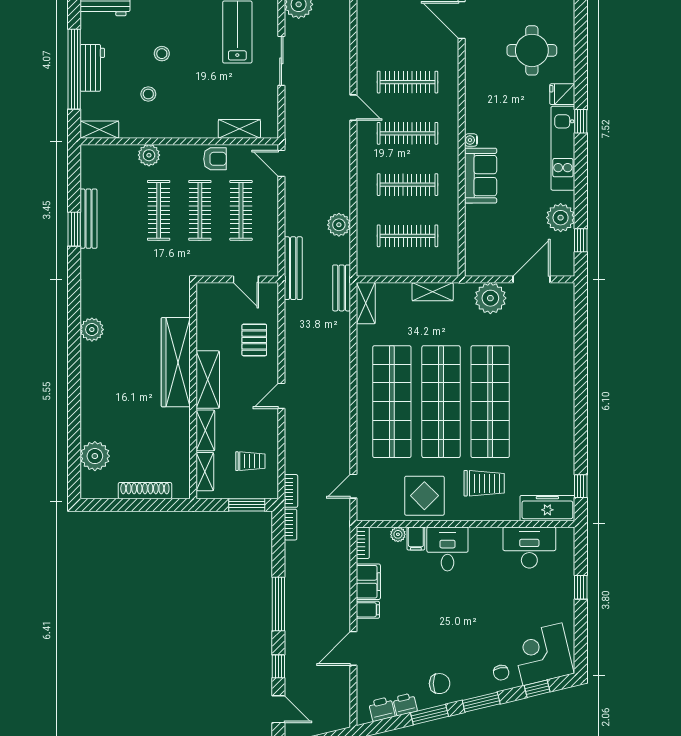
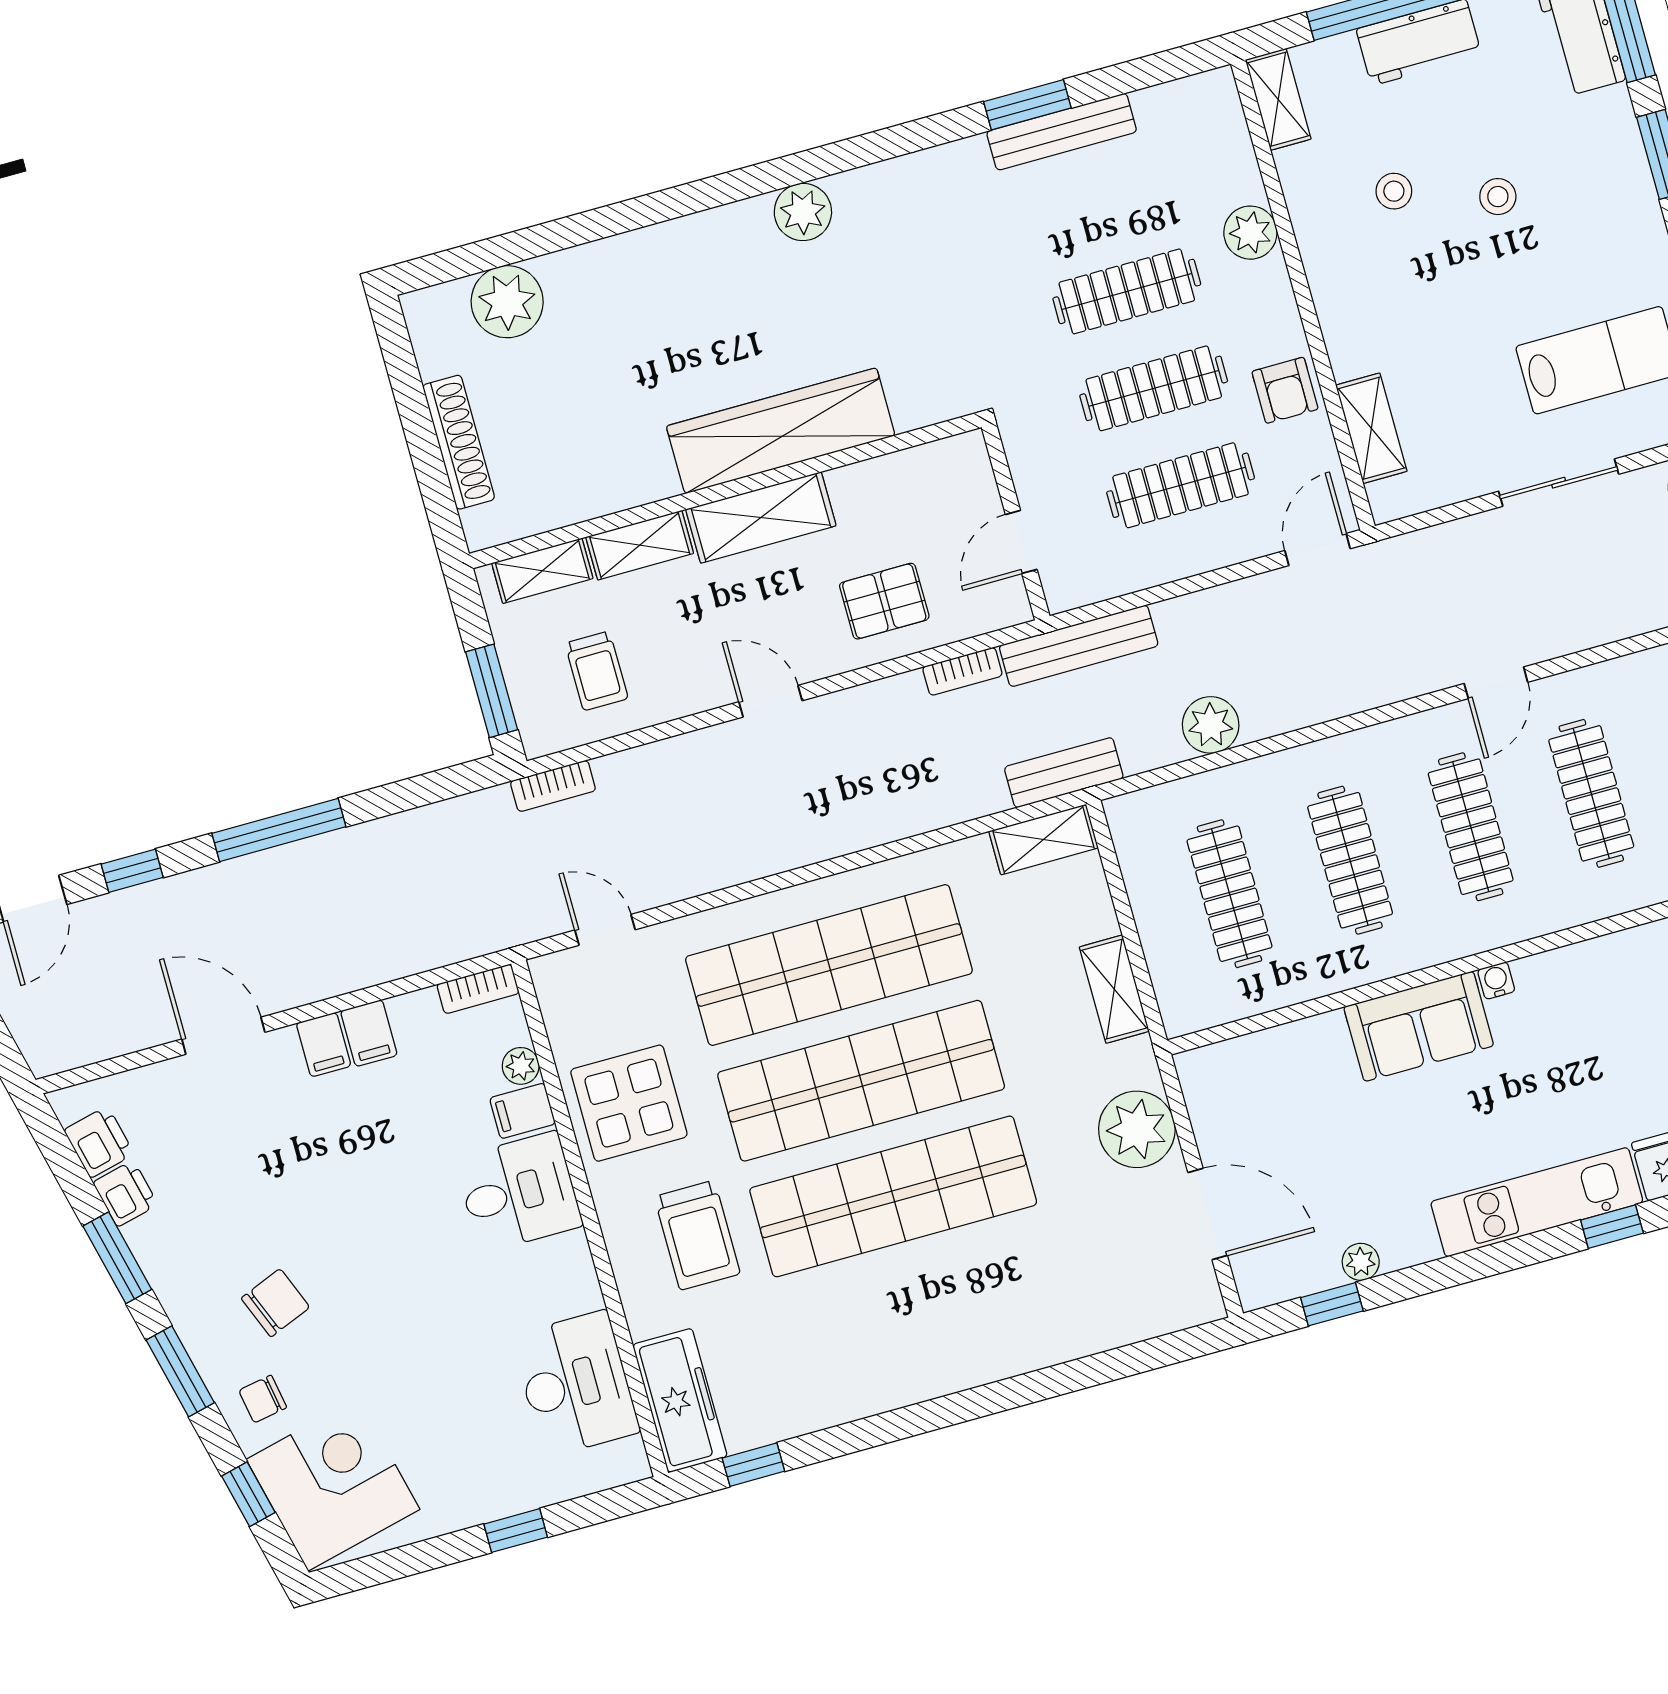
plant: (561, 218) -> (1361, 1262), width x0.53, depth x0.53
bookcase: (291, 525) -> (962, 671), moved
filing cabinet: (368, 582) -> (369, 1033), width x0.50
chair: (440, 684) -> (275, 1303), moved, turned -112

